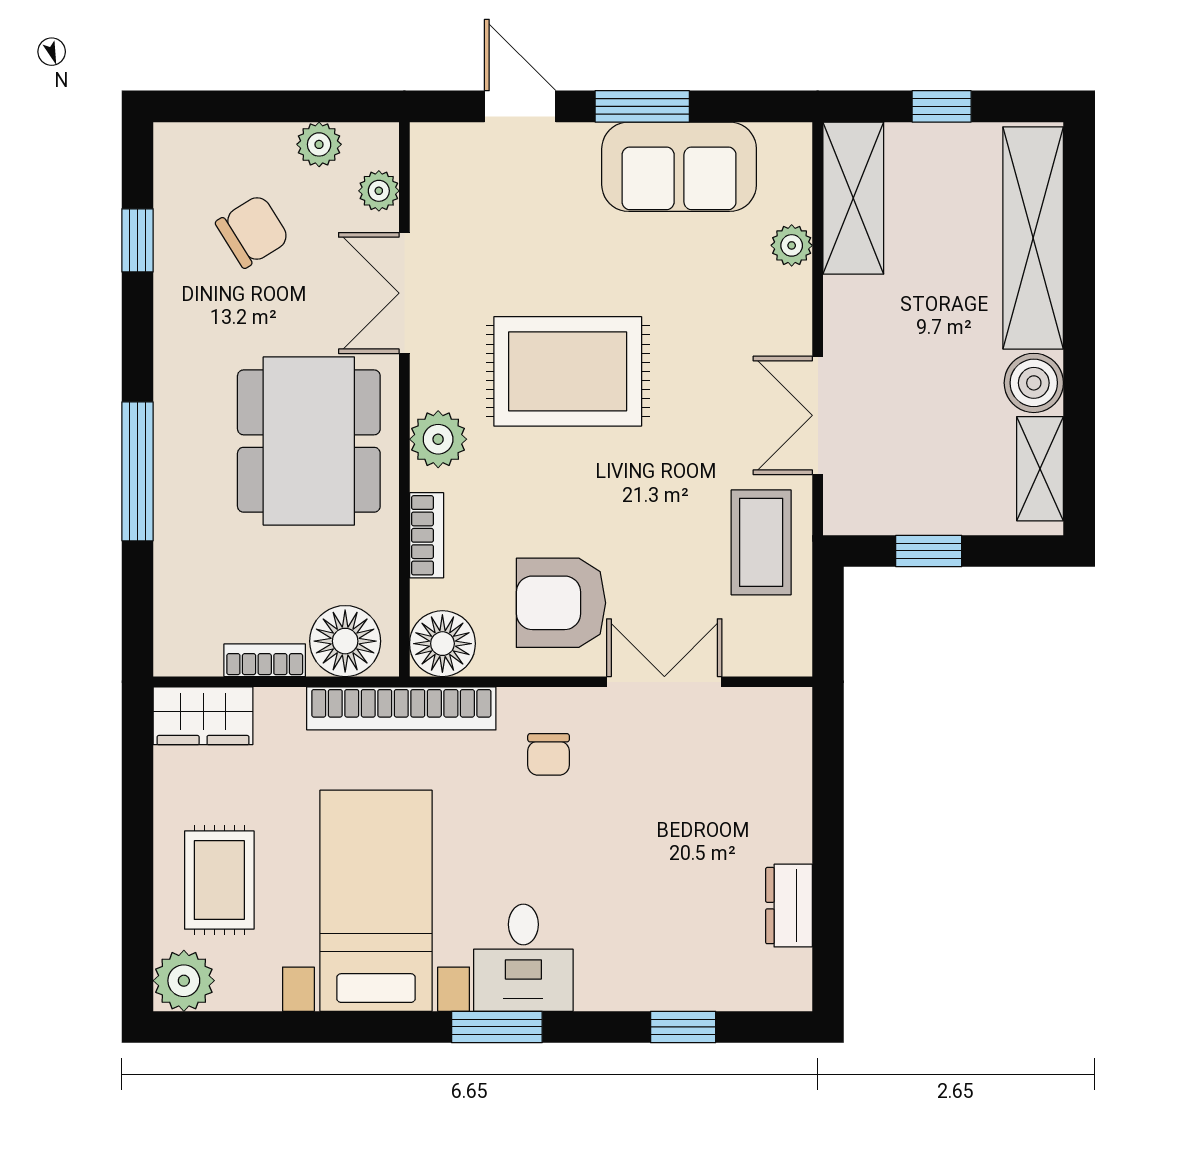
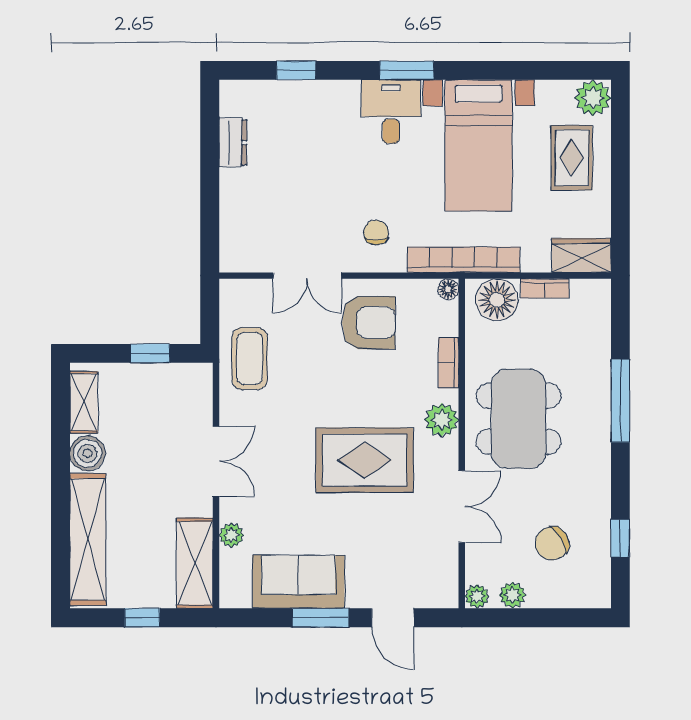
plant: (379, 191) -> (477, 596), moved
double door: (818, 415) -> (216, 461), moved
floor lamp: (442, 644) -> (448, 289), width x0.53, depth x0.53

